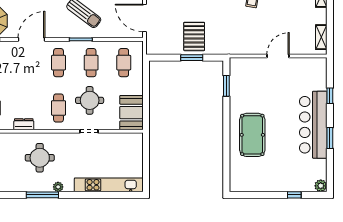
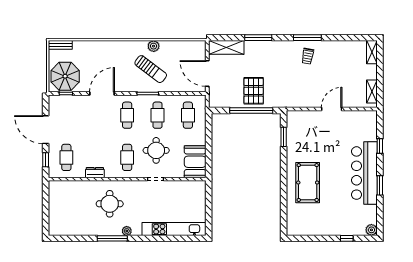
window: (192, 58) -> (251, 111), width x2.11

